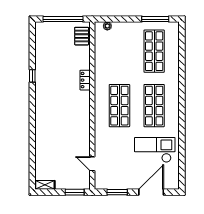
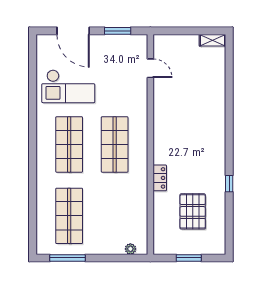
window: (63, 19) -> (189, 258), width x0.47
pallet: (82, 36) -> (193, 211), moved, width x1.50, depth x1.42
window: (75, 192) -> (174, 31), removed
door: (151, 192) -> (73, 31), hinge flipped

